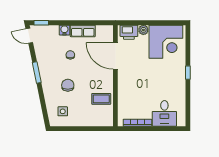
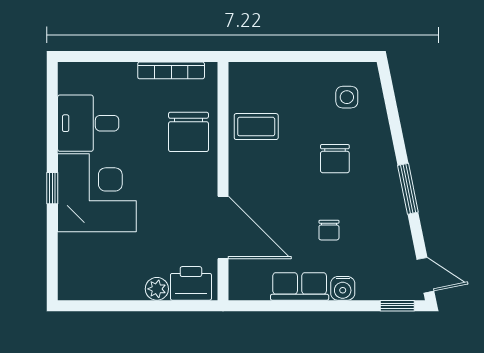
corner desk: (166, 42) -> (97, 193), moved, turned 90
chair: (130, 97) -> (188, 132), added
desk: (164, 113) -> (88, 123), moved, turned -90

